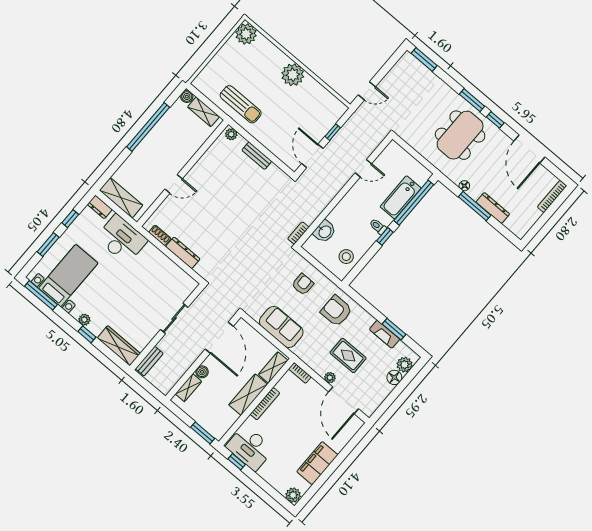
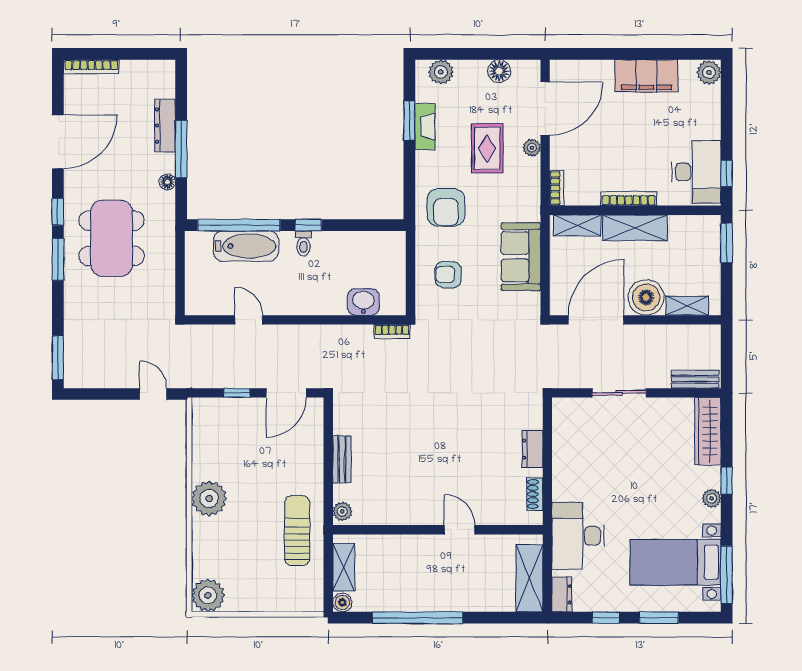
dining table: (460, 135) -> (112, 238), turned 90
dresser: (183, 253) -> (532, 449), width x0.70
stool: (346, 257) -> (371, 251), removed
boiler: (202, 372) -> (646, 297), width x1.86, depth x1.86
floor lamp: (394, 377) -> (499, 71), moved

